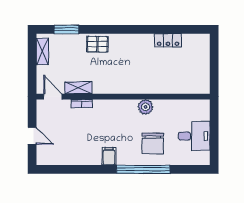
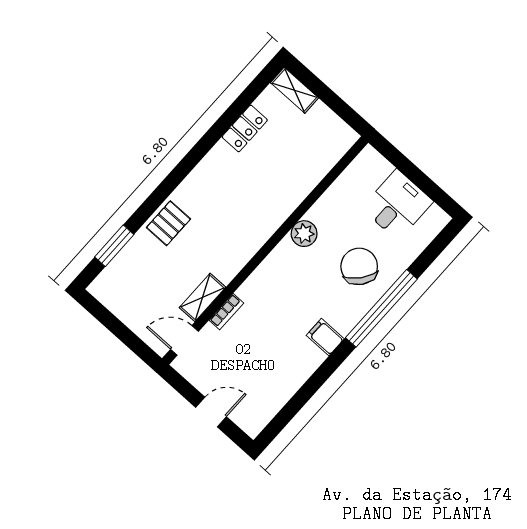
shelving: (42, 51) -> (294, 90), moved
chair: (153, 144) -> (359, 266), turned -141

